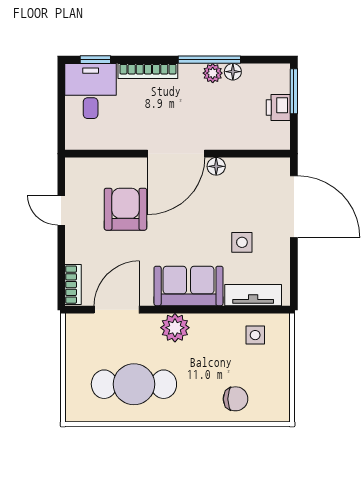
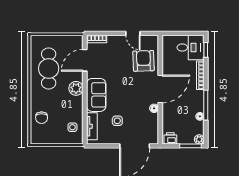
plant: (213, 73) -> (199, 139), moved
printer: (278, 108) -> (170, 138), moved
door: (176, 154) -> (160, 89), swing flipped
armchair: (125, 209) -> (144, 61), moved, turned -92
door: (61, 210) -> (133, 33), swing flipped
door: (117, 310) -> (85, 60), swing flipped

